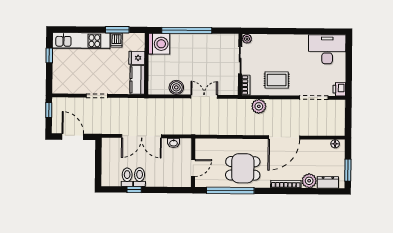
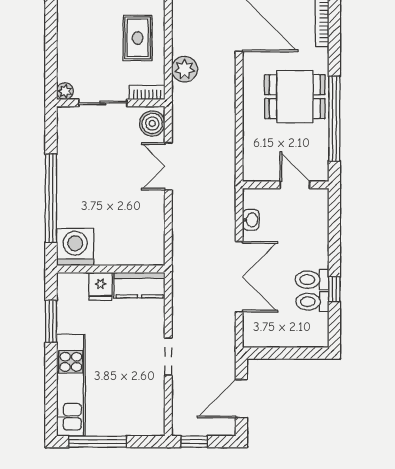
dishwasher: (116, 40) -> (69, 323), removed
window: (49, 55) -> (98, 442), width x2.17
boiler: (176, 87) -> (152, 123), moved
dining table: (243, 168) -> (295, 97), turned 90

